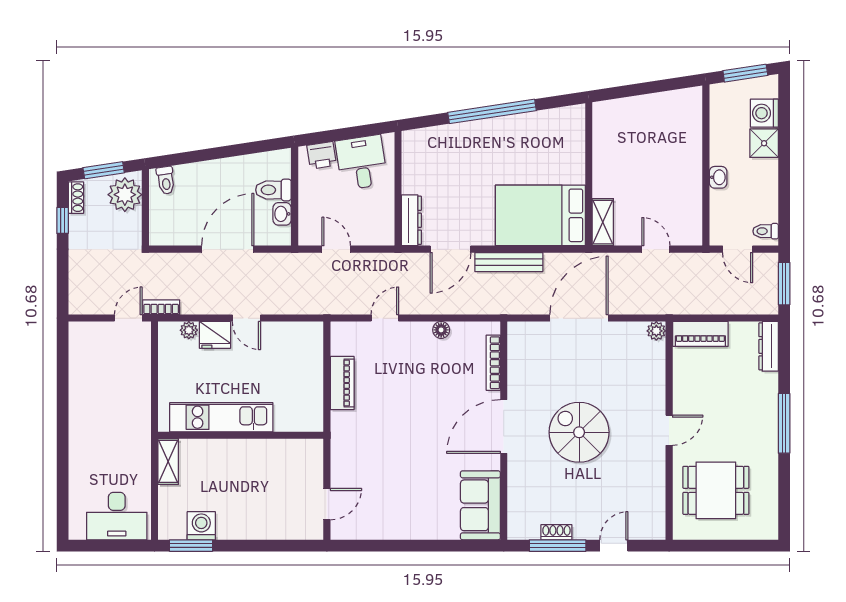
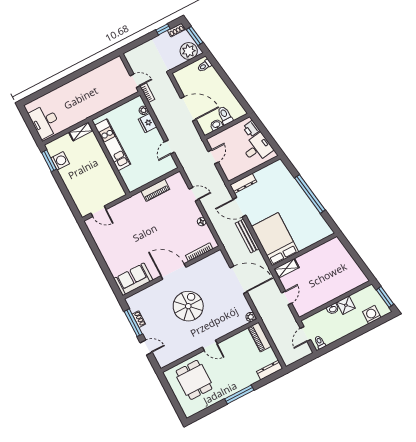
shower: (764, 143) -> (346, 305), moved
window: (784, 284) -> (301, 362), removed
door: (246, 318) -> (169, 147), moved

